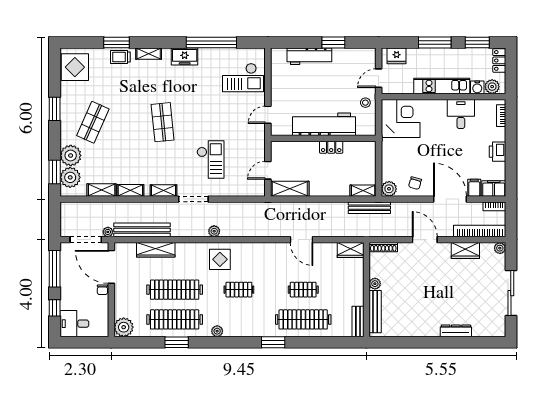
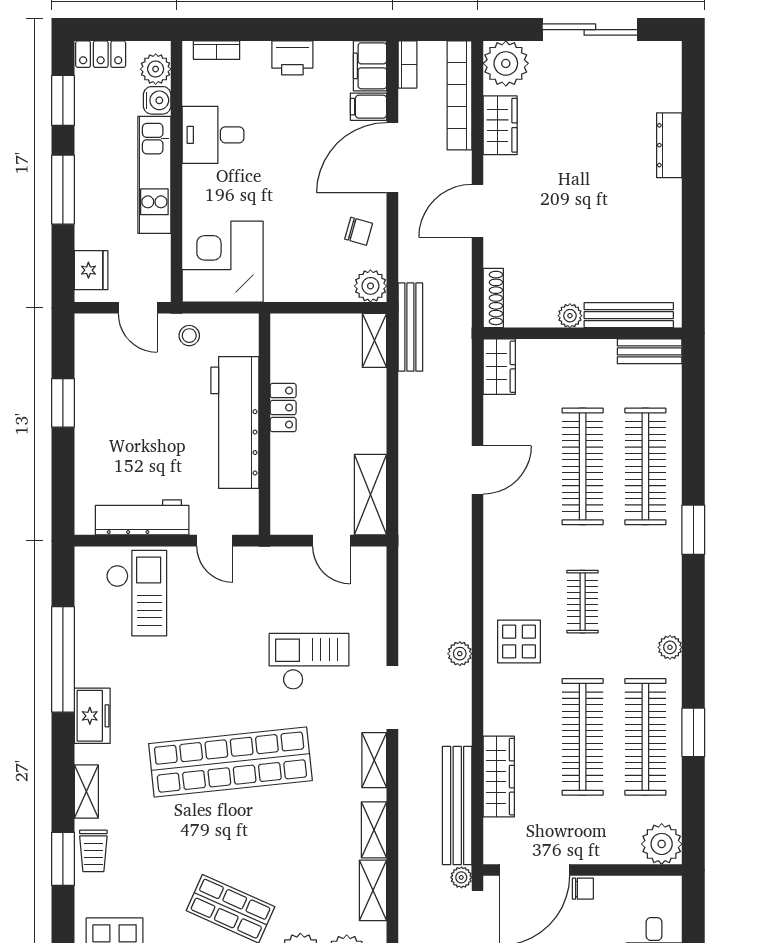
workbench: (309, 56) -> (142, 517), moved, turned -90
shop shelf: (163, 122) -> (230, 762), width x2.00, depth x1.36
plant: (500, 248) -> (506, 63), width x1.88, depth x1.88
clothes rail: (303, 290) -> (583, 466), width x1.86, depth x1.31

